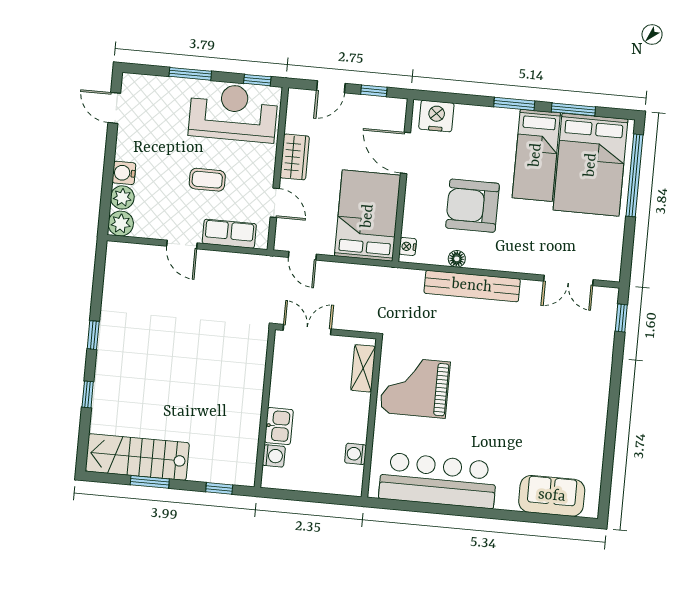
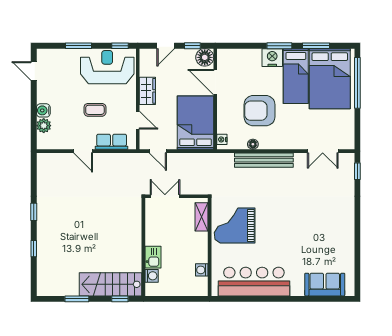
floor lamp: (392, 112) -> (205, 57), added
nightstand: (436, 116) -> (272, 58), moved
plant: (121, 224) -> (44, 142), removed
stairs: (137, 457) -> (110, 284), moved

